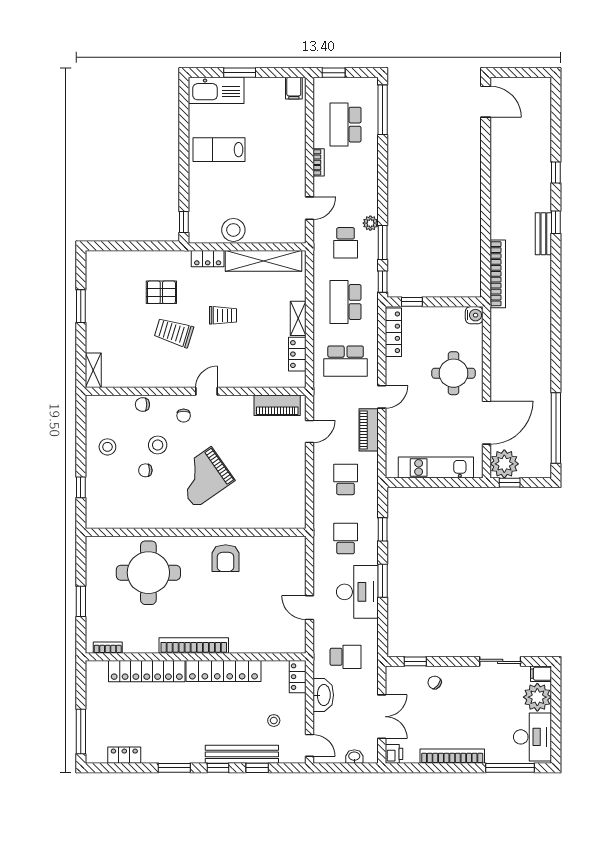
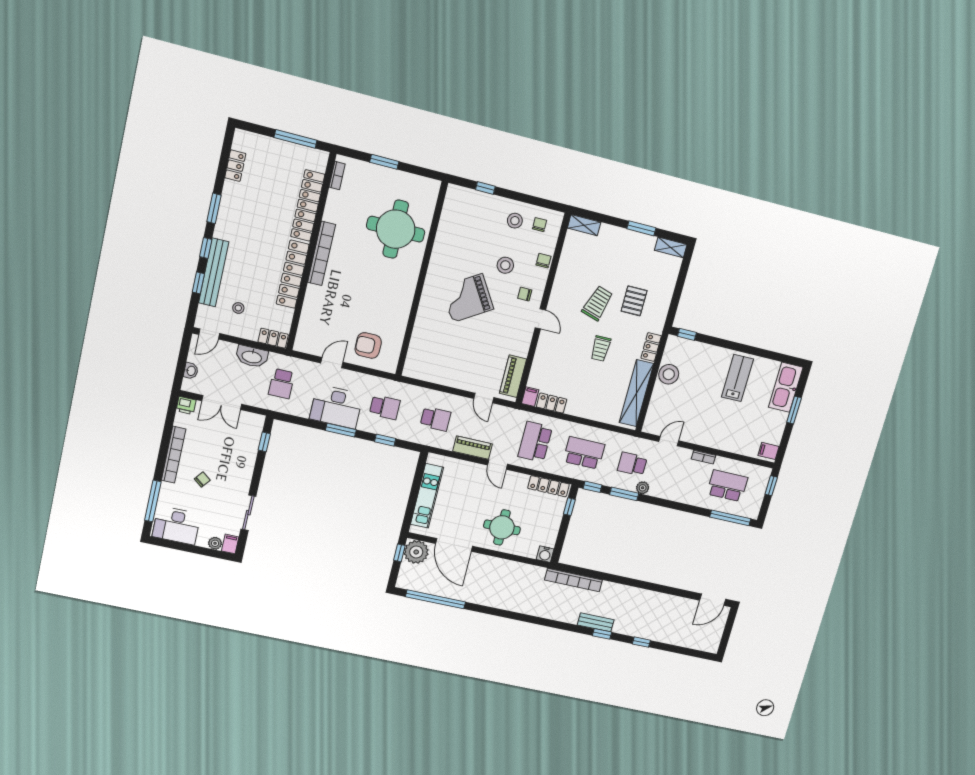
door: (309, 208) -> (669, 441), swing flipped
shelving: (298, 318) -> (671, 247), moved
filing cabinet: (296, 380) -> (530, 397), added
chair: (145, 470) -> (539, 225), moved
grand piano: (203, 477) -> (467, 298), turned -87
armchair: (226, 558) -> (368, 345), moved
chair: (435, 682) -> (202, 480), moved
plant: (537, 697) -> (215, 543), width x0.53, depth x0.53
window: (81, 732) -> (295, 139), moved

